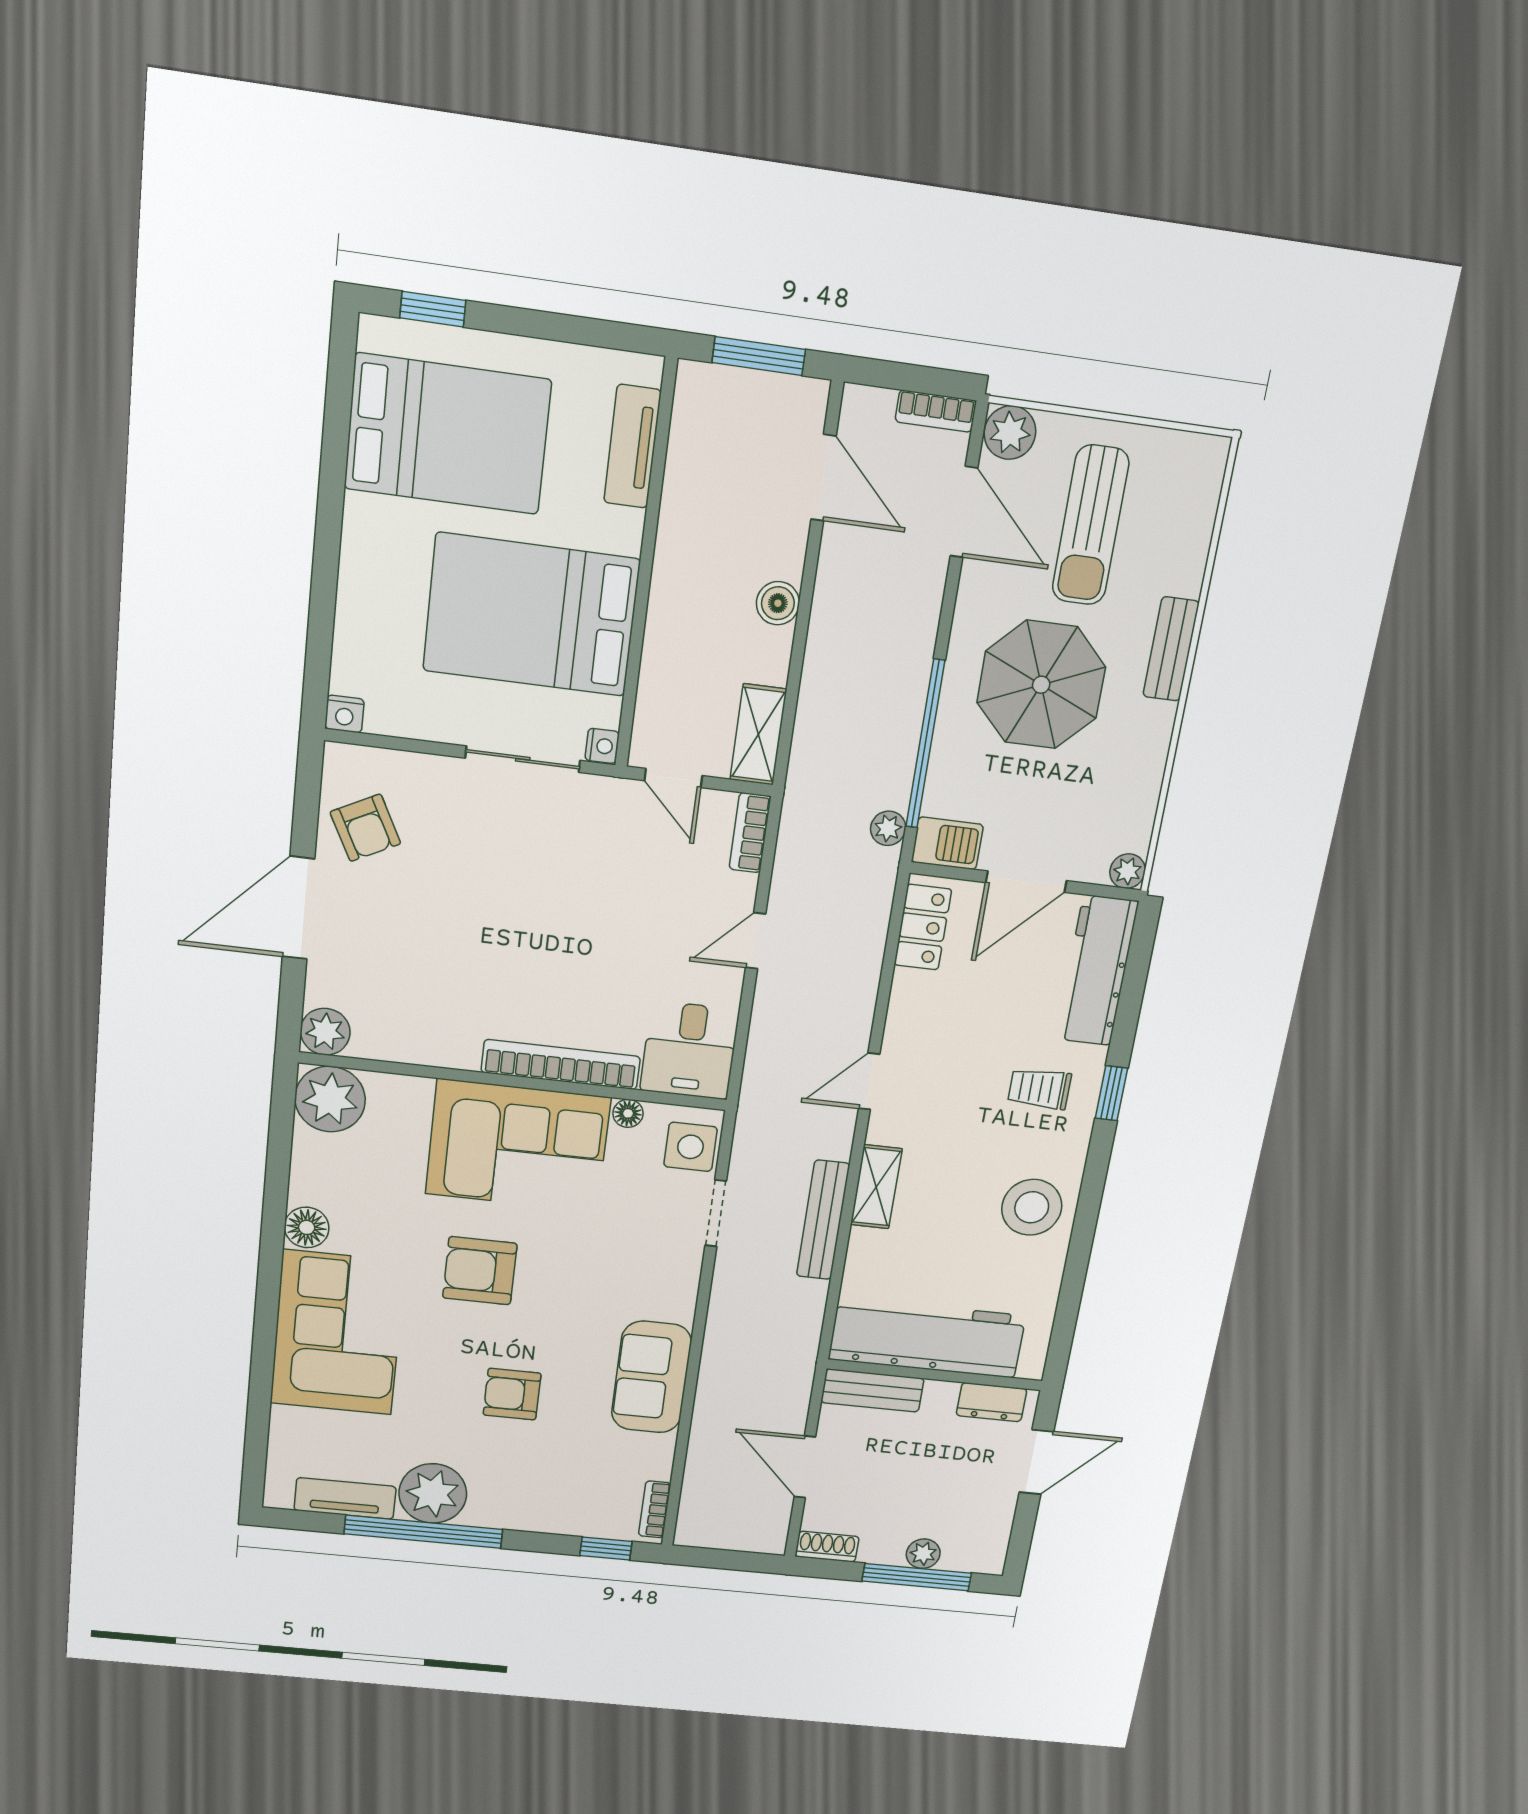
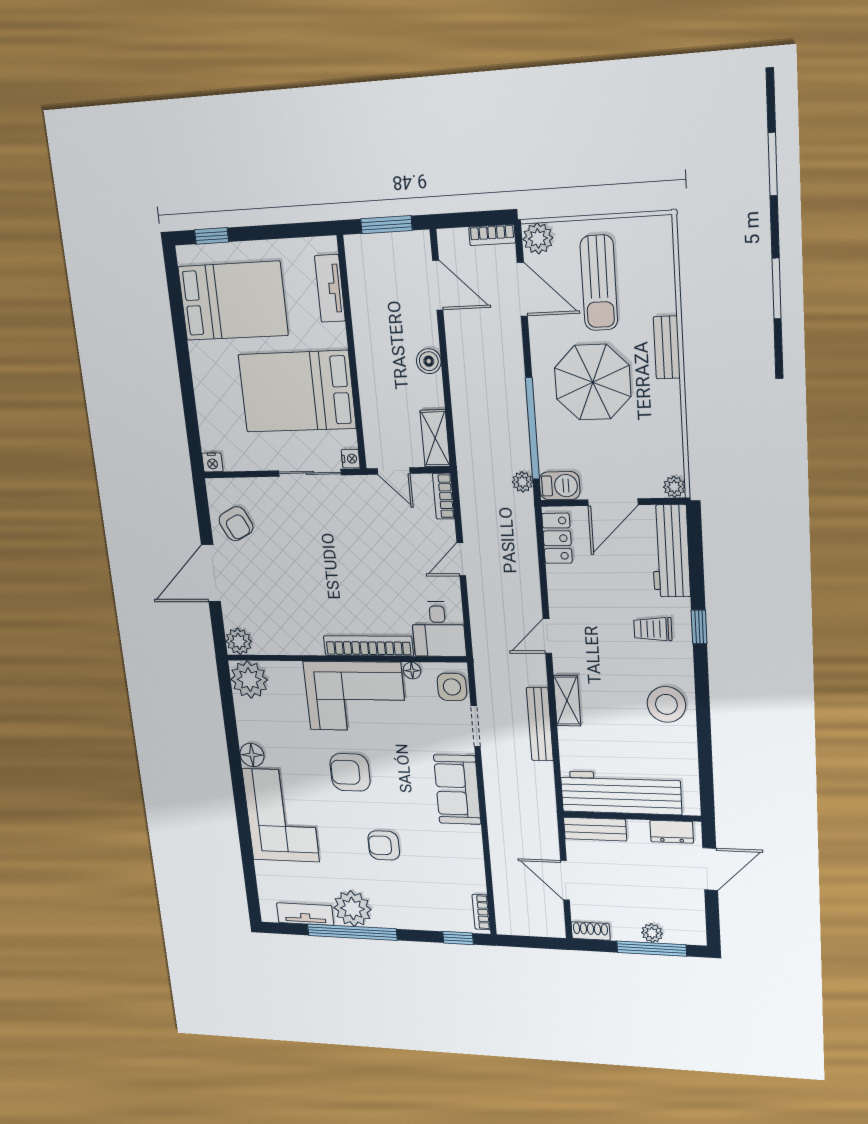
sofa: (651, 1377) -> (457, 790), moved

